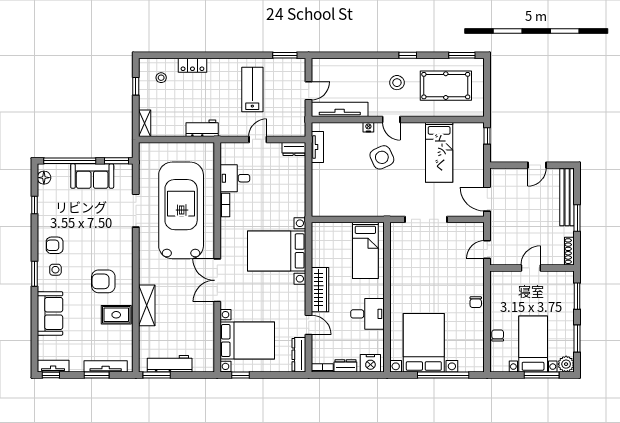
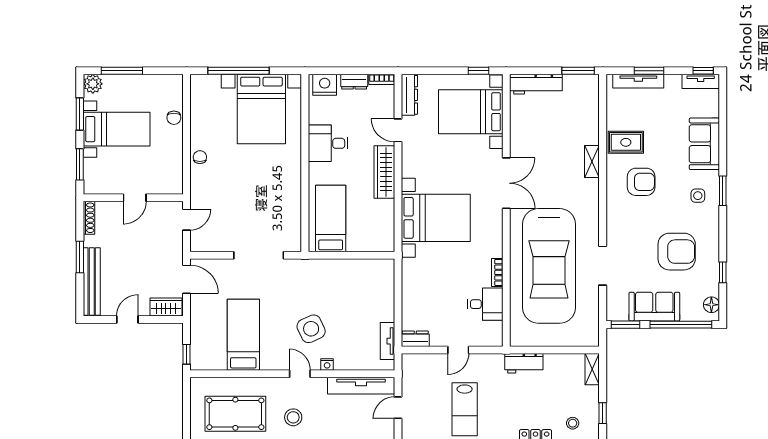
wardrobe: (504, 176) -> (166, 307), added
armchair: (55, 245) -> (677, 252), moved, width x1.88, depth x1.88
shelving: (147, 305) -> (592, 161), width x0.67, depth x0.75
bed with nightstands: (533, 344) -> (117, 129), moved, turned -90
workbench: (170, 364) -> (536, 84), moved

